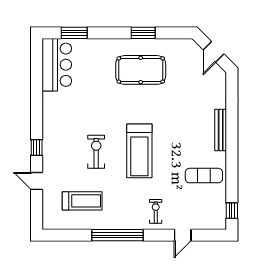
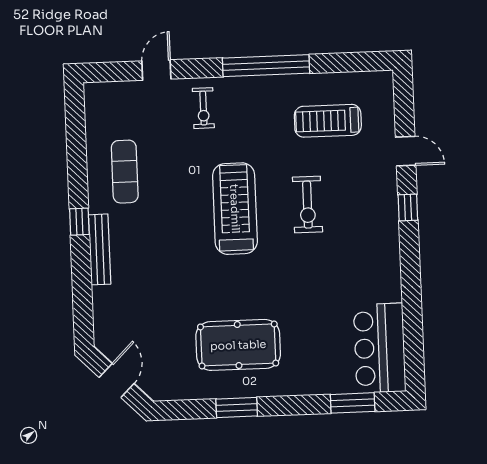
exercise mat: (204, 176) -> (125, 172), turned 90
window: (232, 211) -> (79, 222), moved

